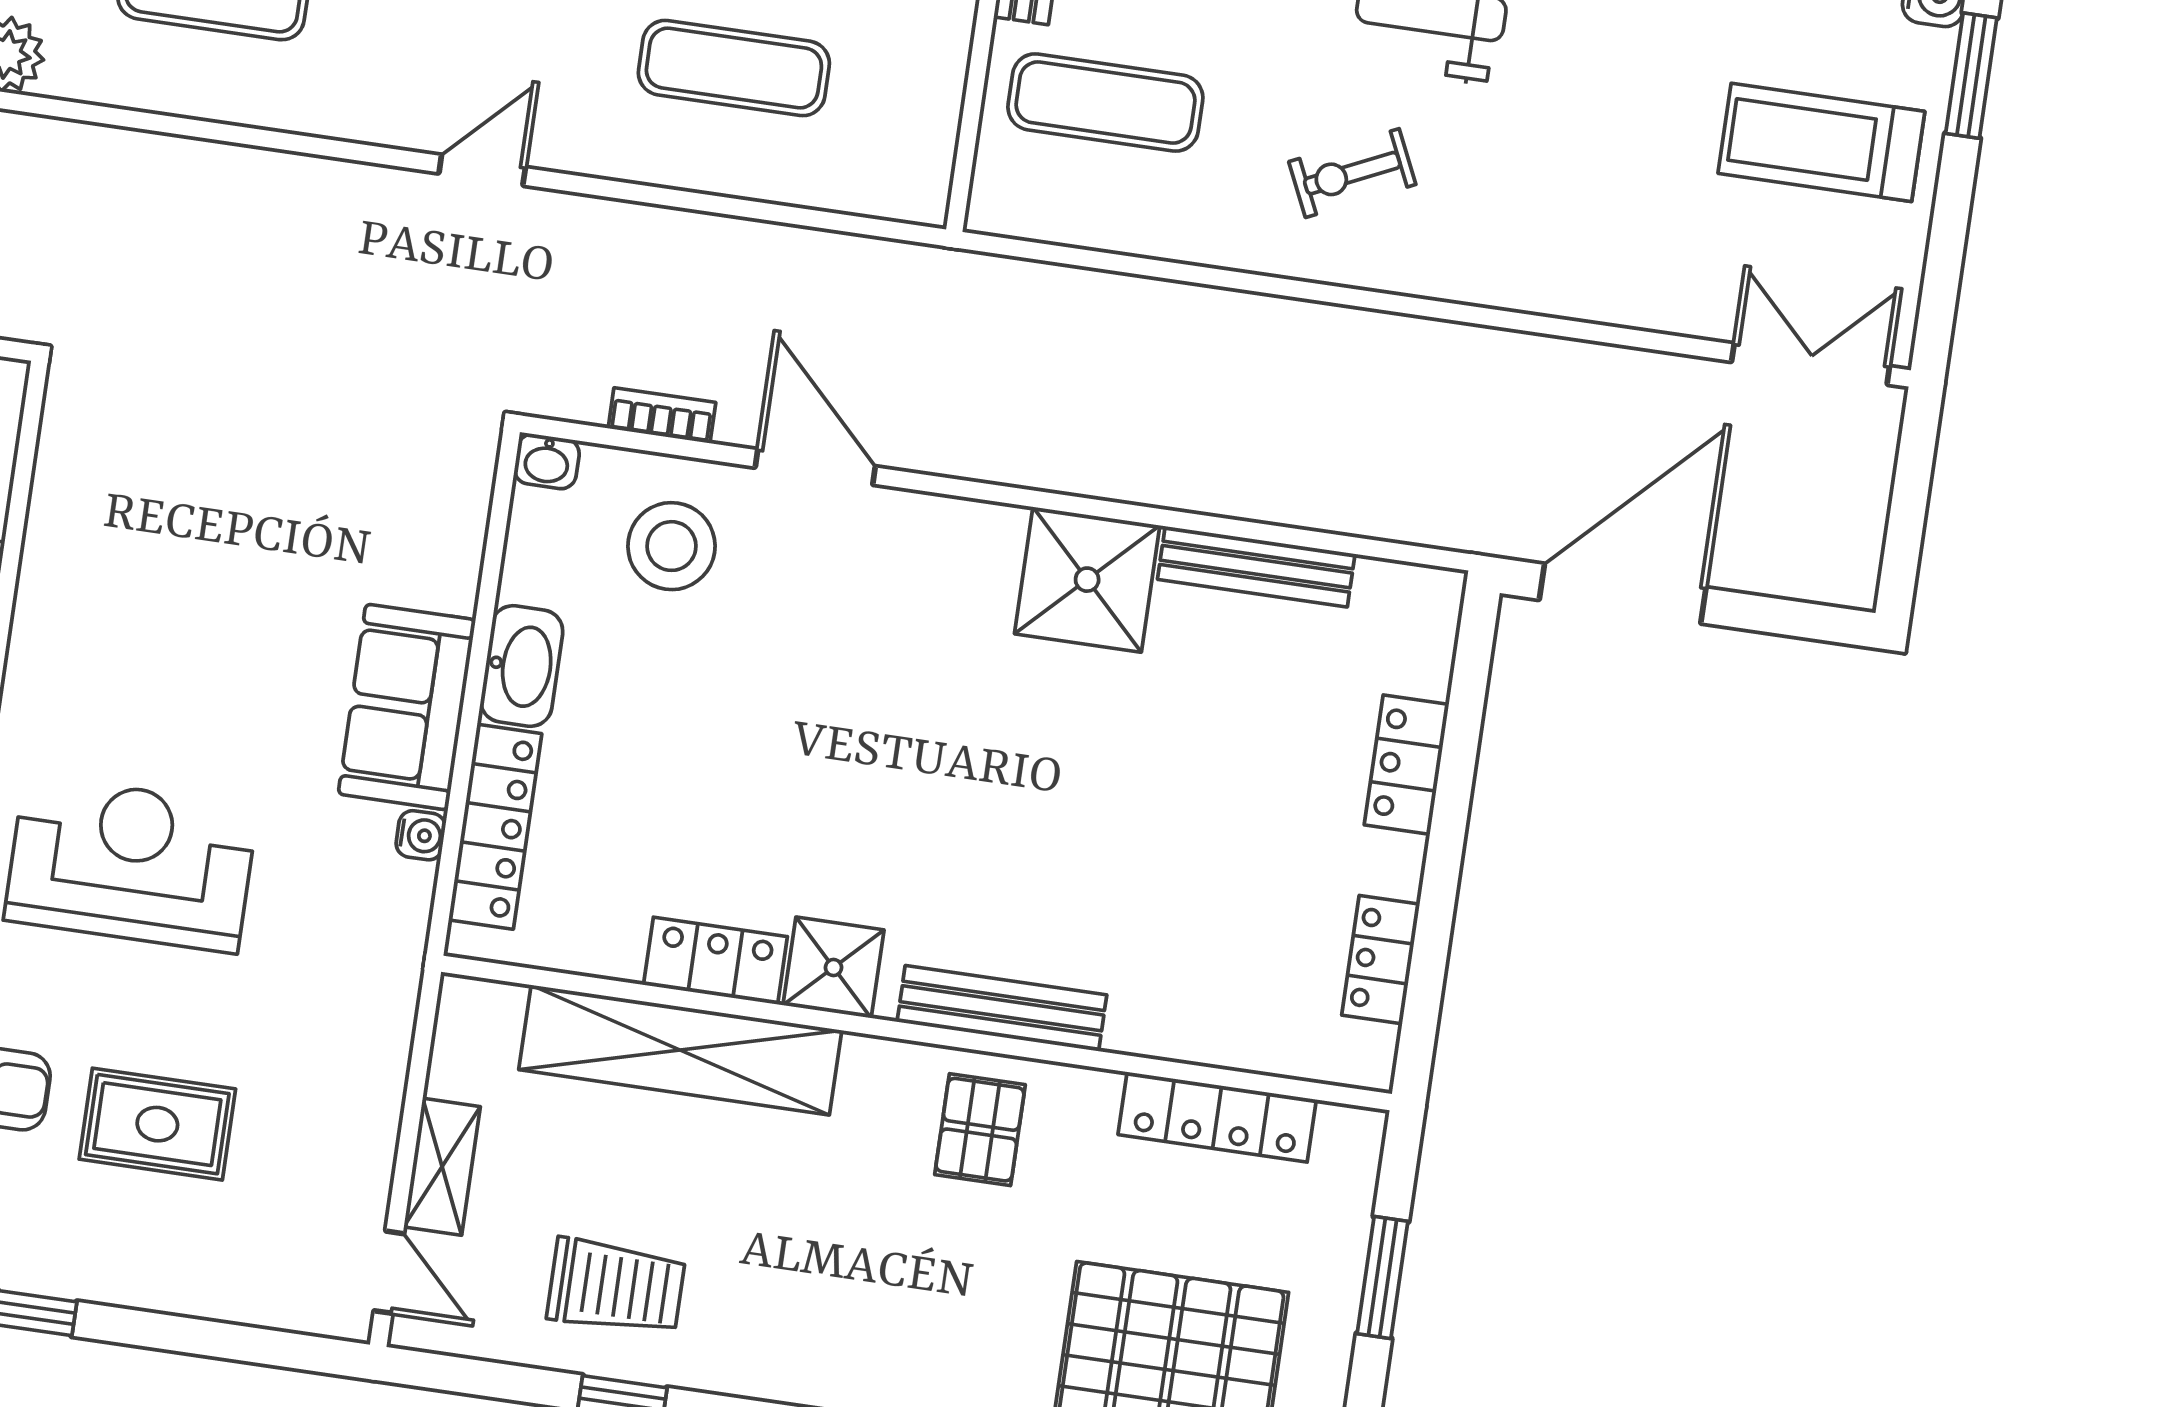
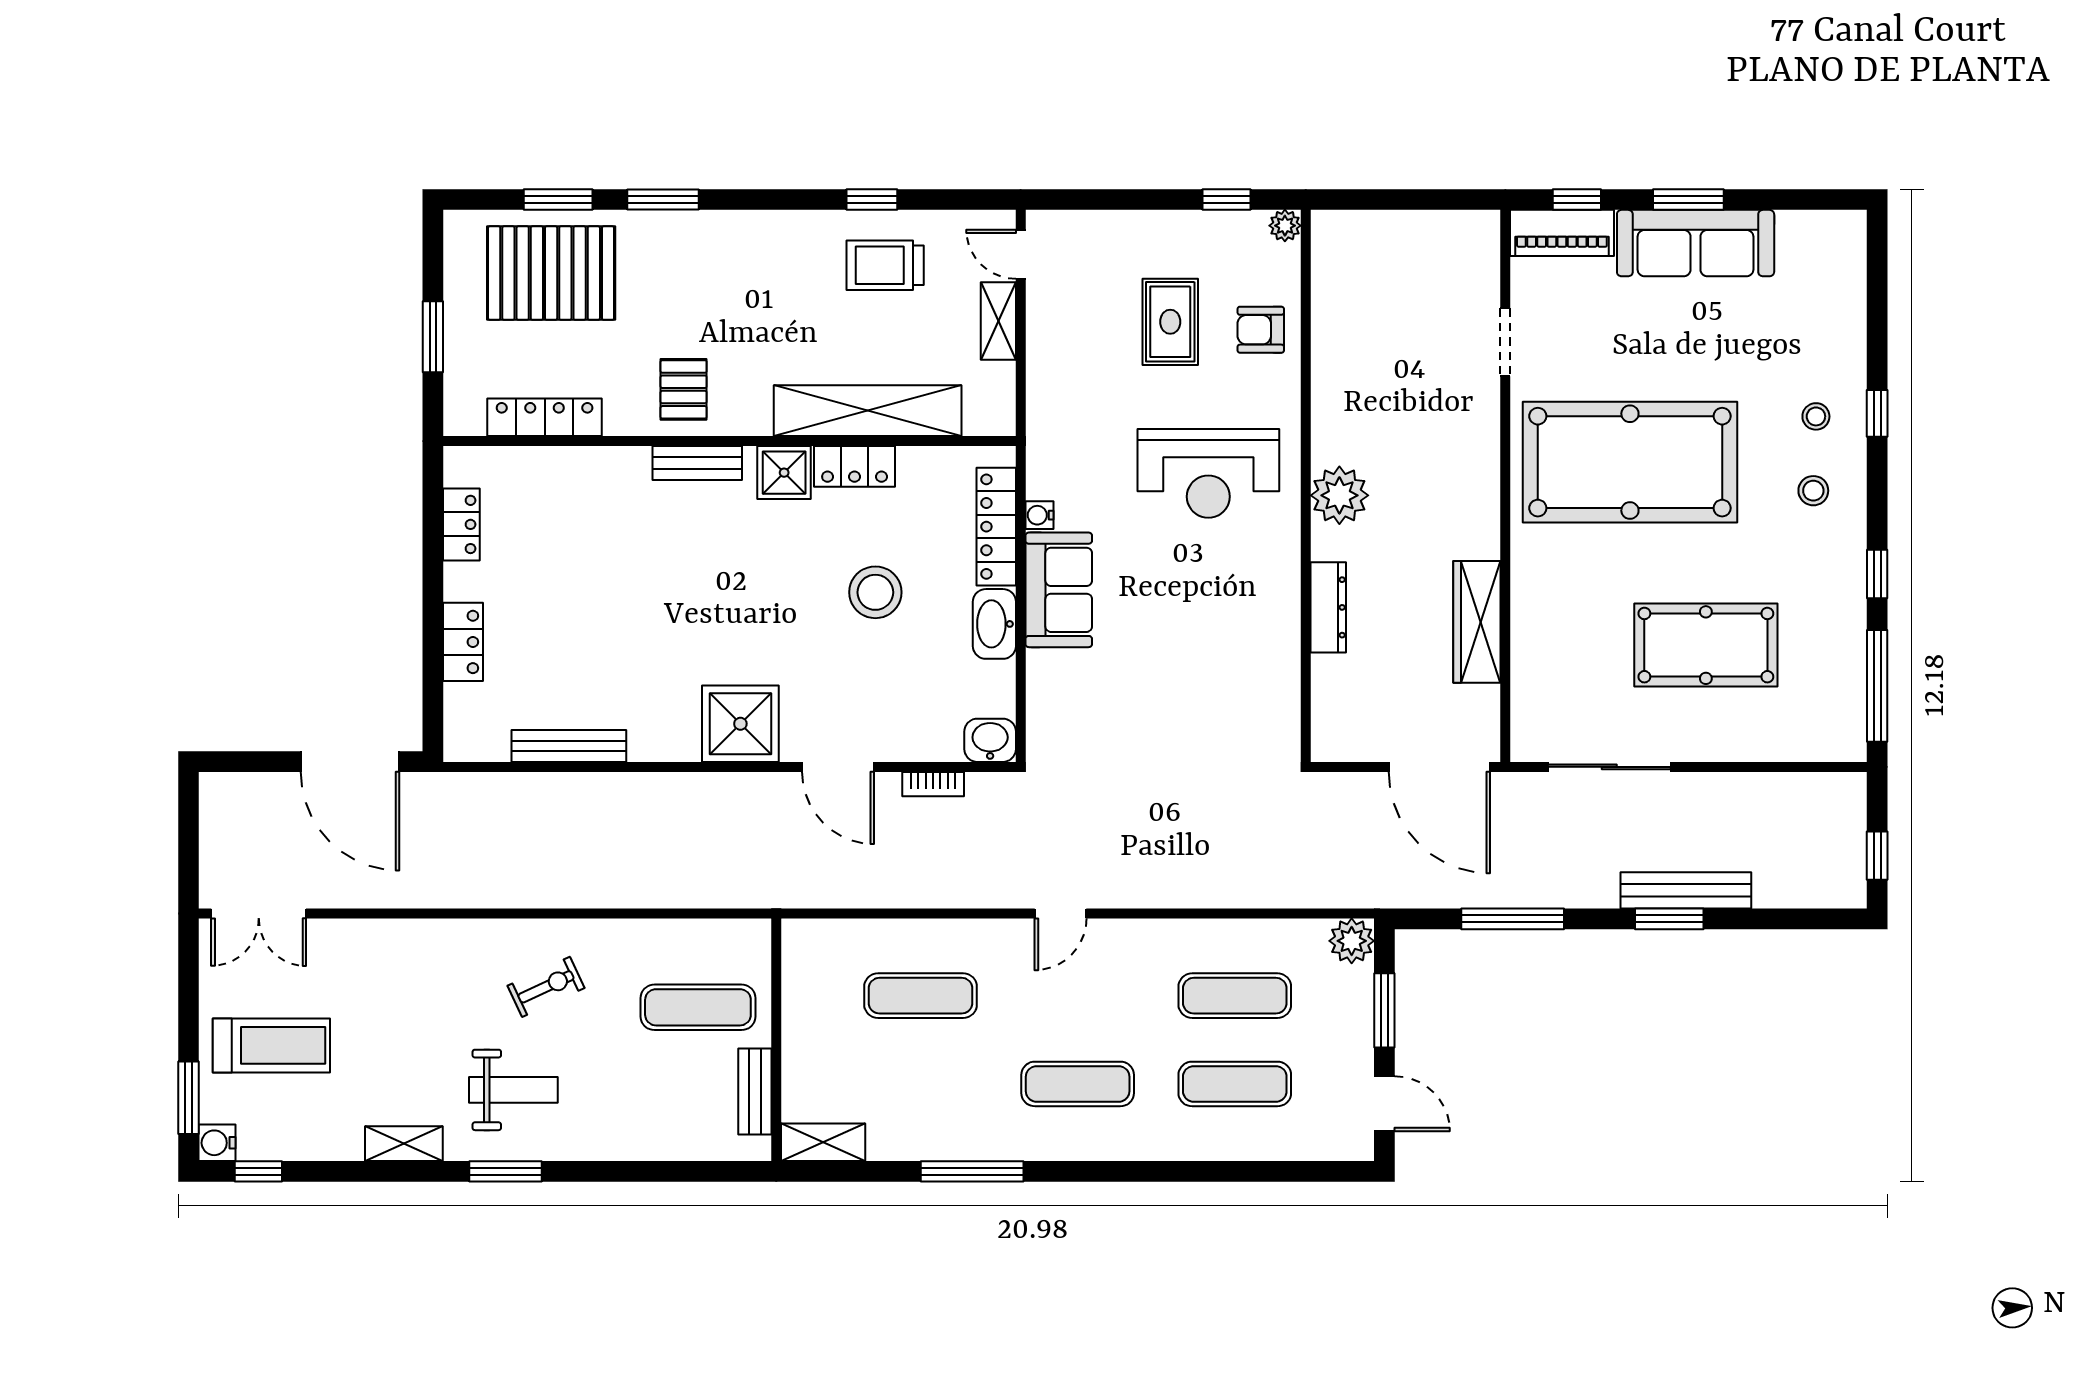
washbasin: (547, 461) -> (990, 740), width x1.38, depth x1.45
stool: (671, 546) -> (875, 592), moved
shower: (1087, 580) -> (740, 724), moved
door: (1623, 594) -> (350, 762), hinge flipped
bench: (1002, 1008) -> (697, 463), width x0.73
rug: (157, 1124) -> (1170, 322), turned 90

